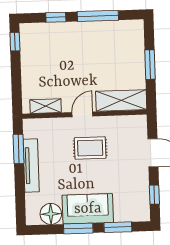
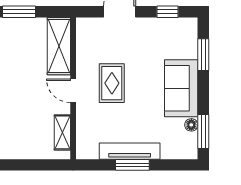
window: (19, 149) -> (132, 165), moved
floor lamp: (51, 214) -> (191, 125), width x0.53, depth x0.53
window: (78, 228) -> (203, 132), moved

